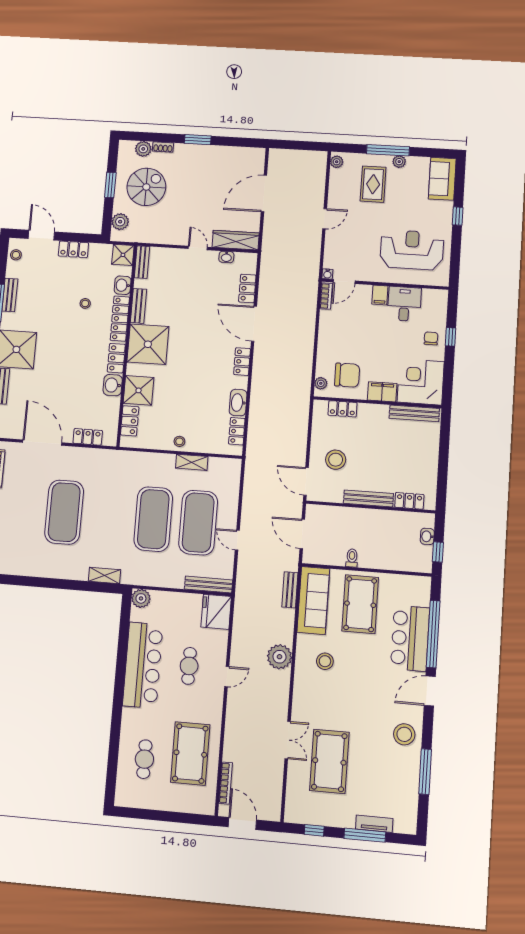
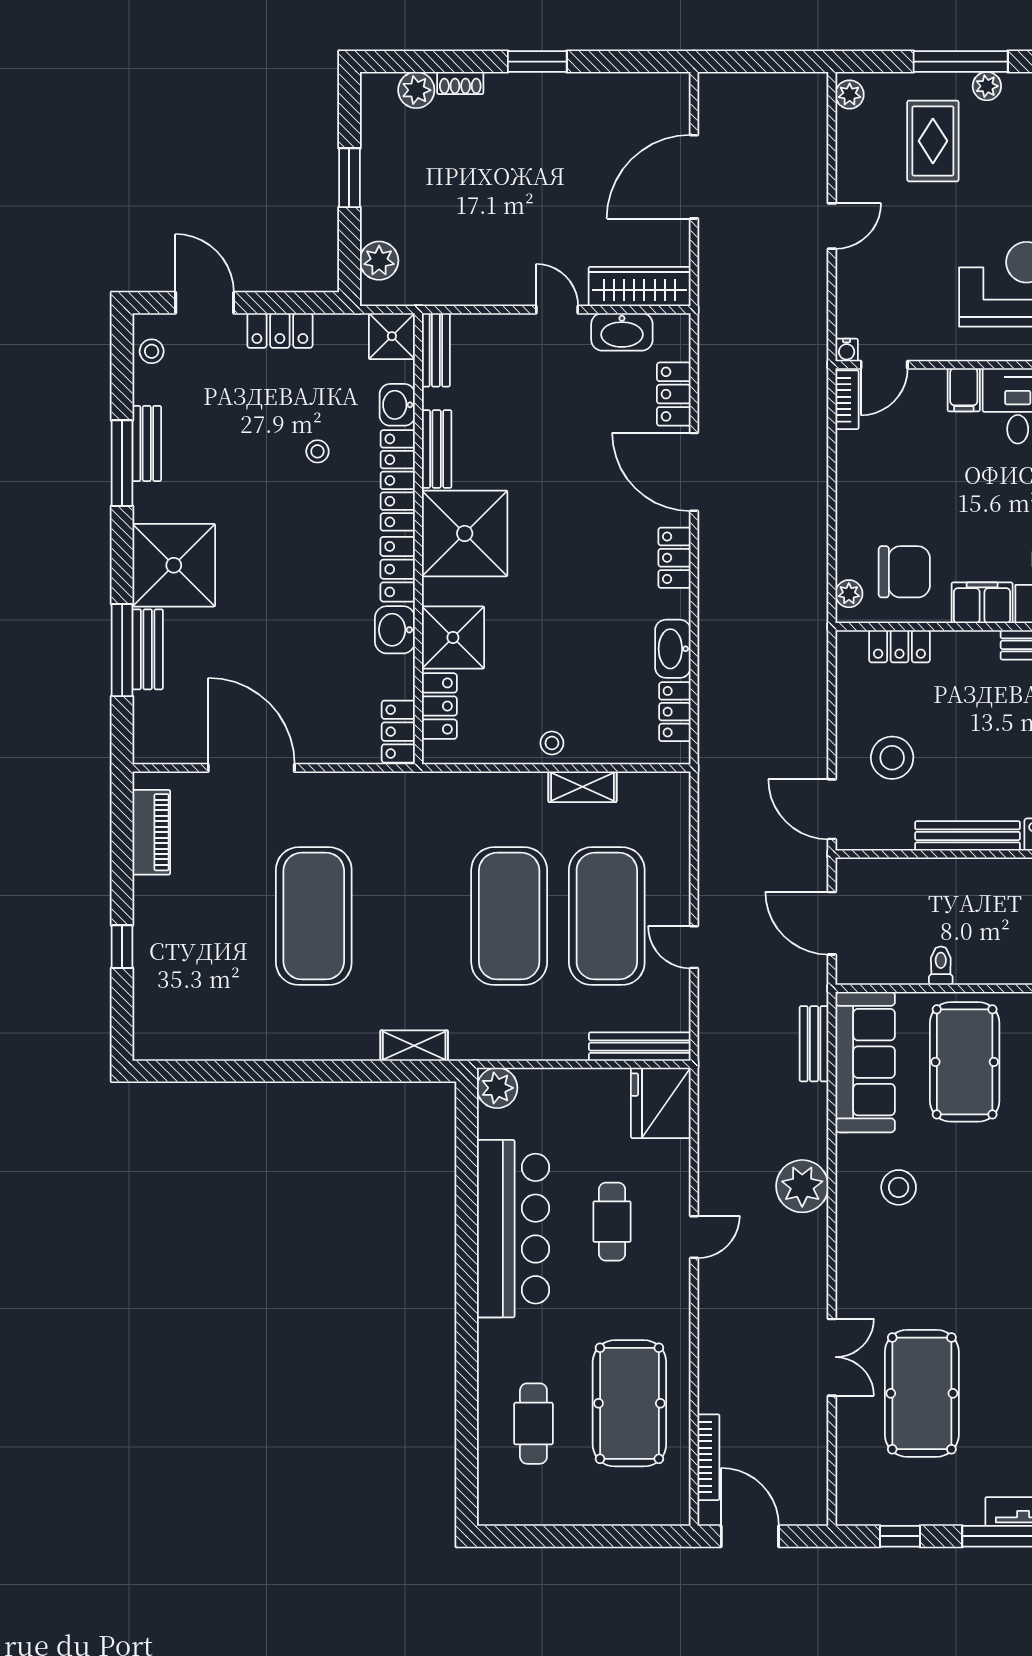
spiral stairs: (146, 187) -> (431, 177), removed
washbasin: (226, 257) -> (622, 332), width x1.91, depth x1.45
locker: (88, 437) -> (398, 732), moved, turned -90

